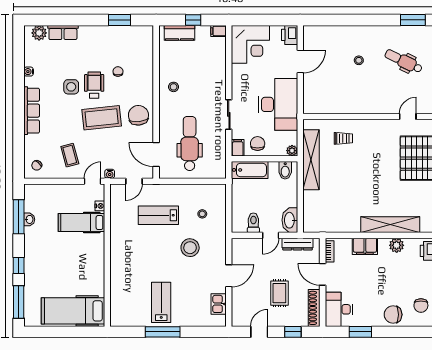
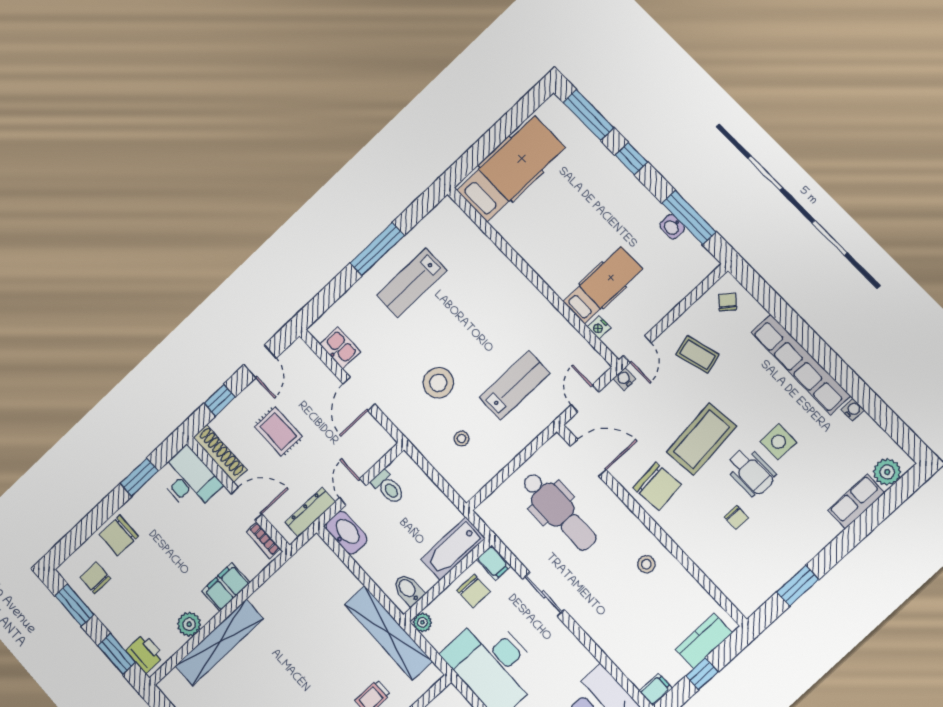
row of seats: (32, 111) -> (800, 364), width x1.36
lab bench: (161, 302) -> (412, 283), turned 90
chair: (393, 315) -> (119, 535), turned 180

